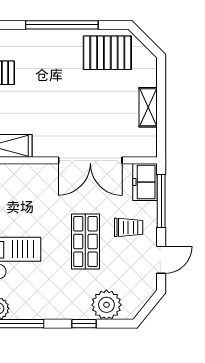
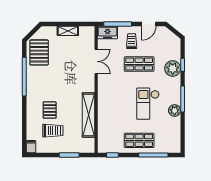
double door: (90, 160) -> (96, 61), width x0.73
door: (161, 260) -> (149, 24), swing flipped
plant: (106, 305) -> (173, 68), moved

